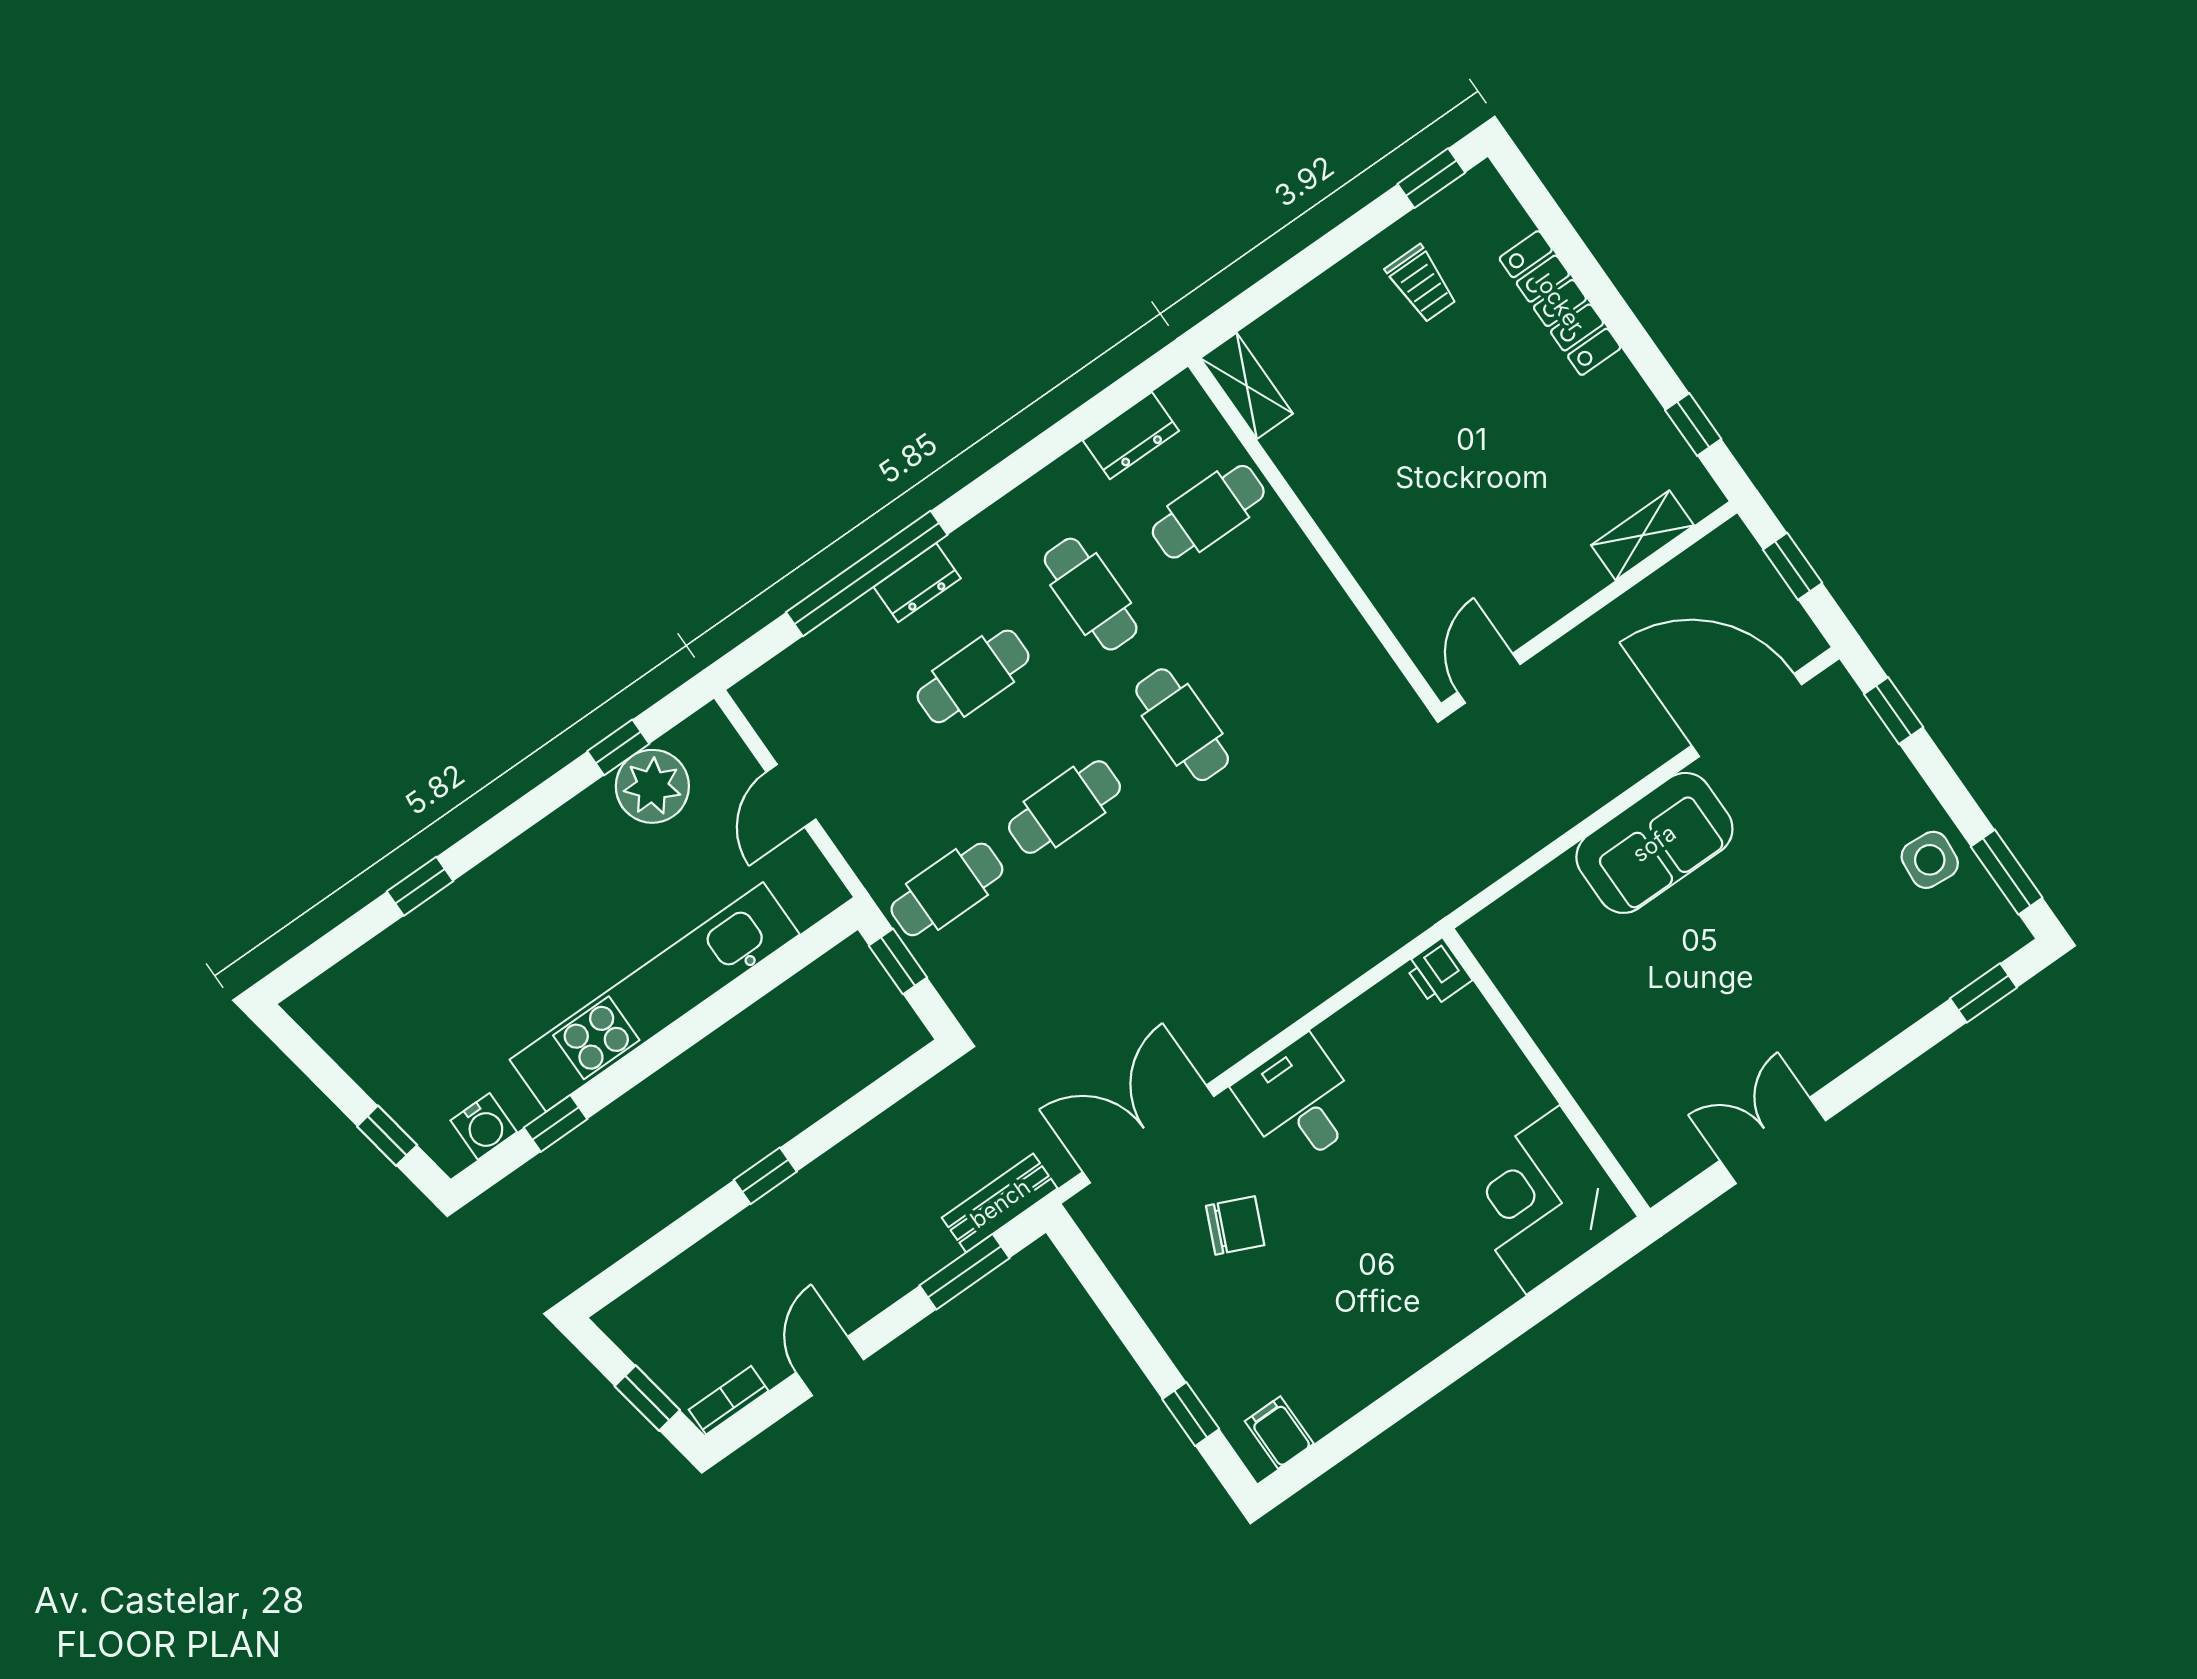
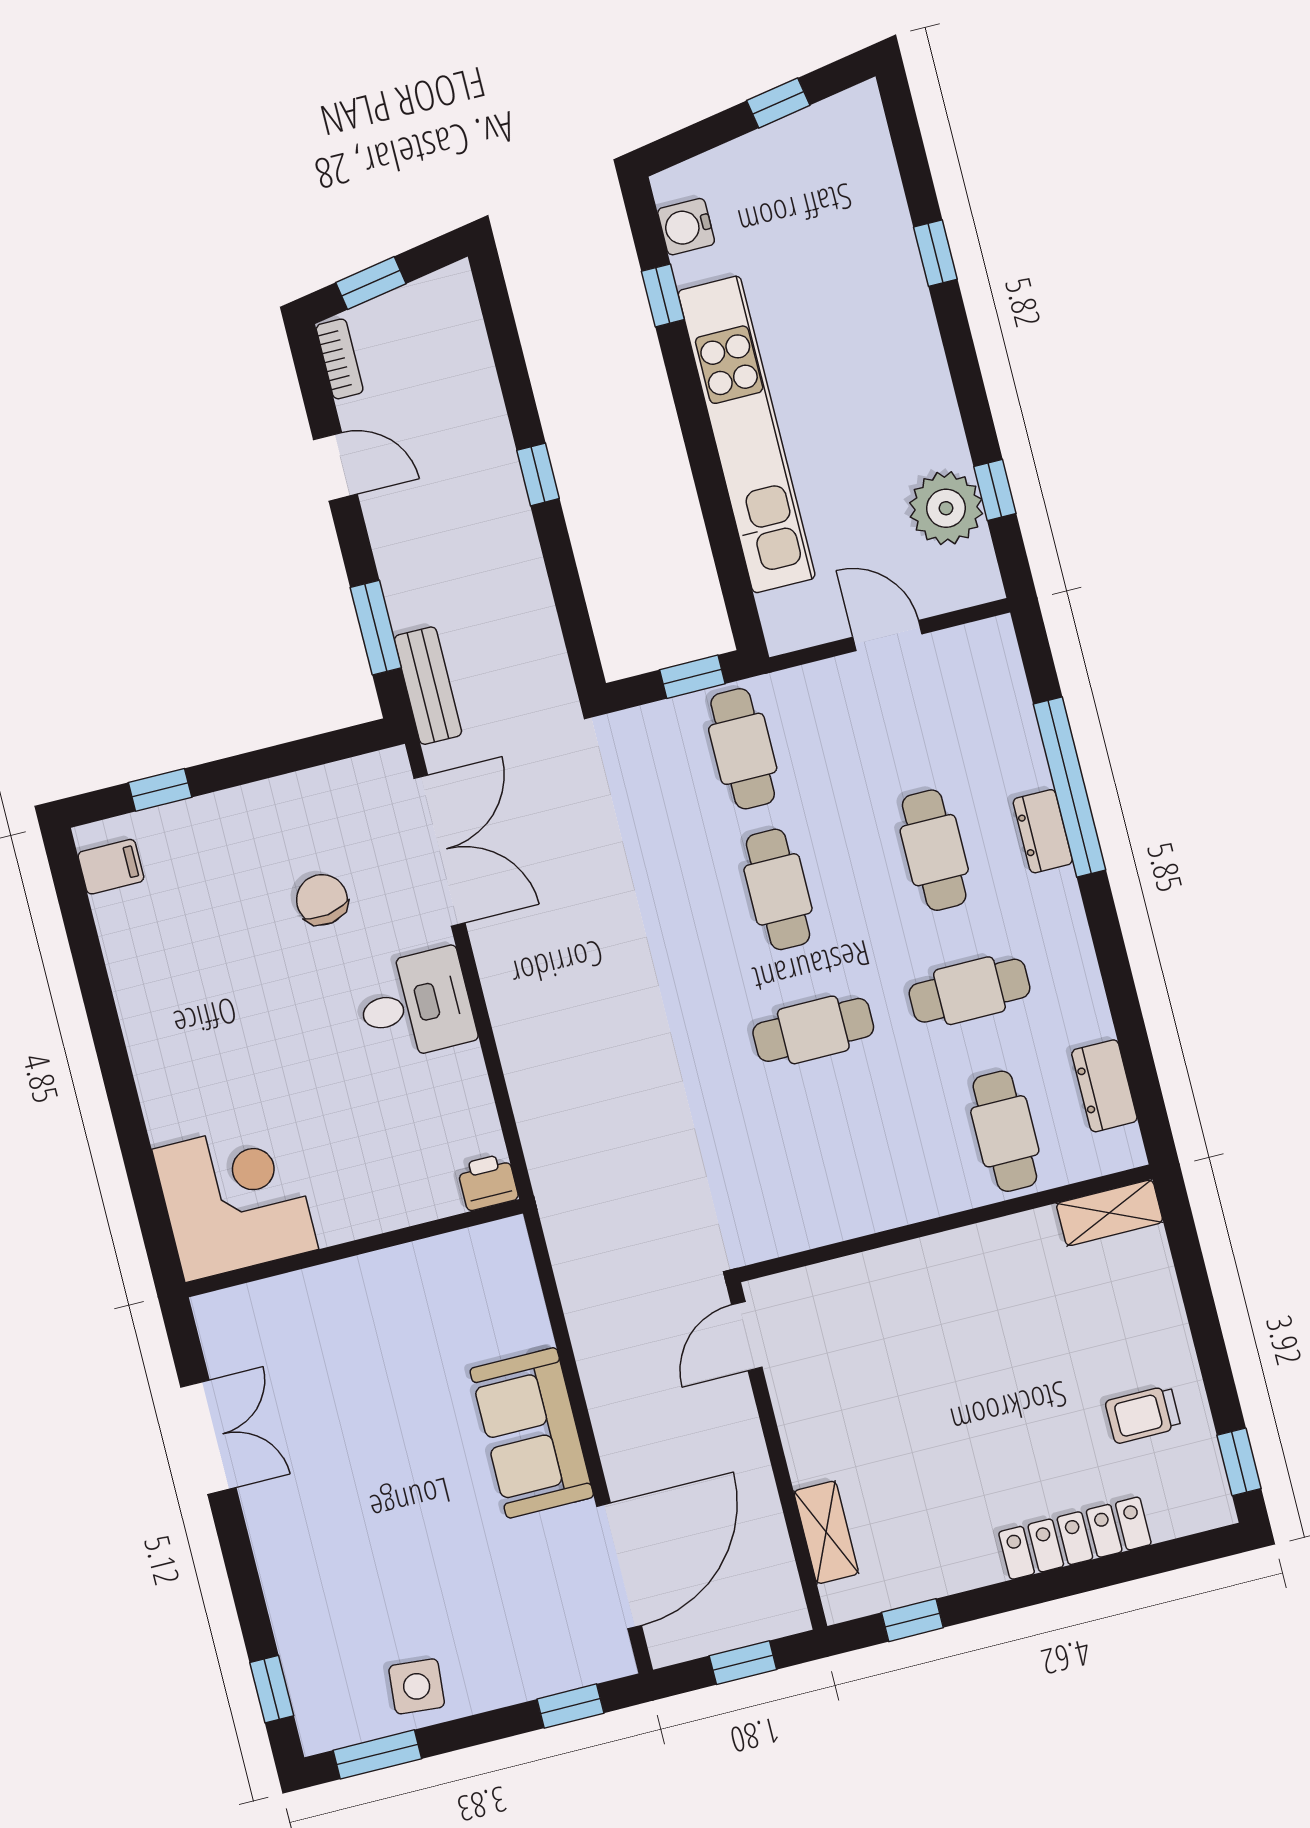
door: (1489, 678) -> (747, 1336), swing flipped
window: (387, 1136) -> (778, 103), moved
chair: (1235, 1225) -> (322, 900), turned 147

